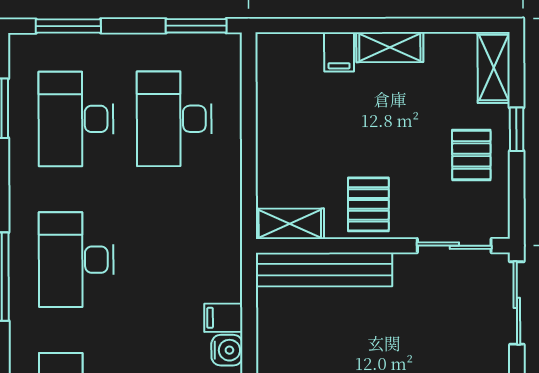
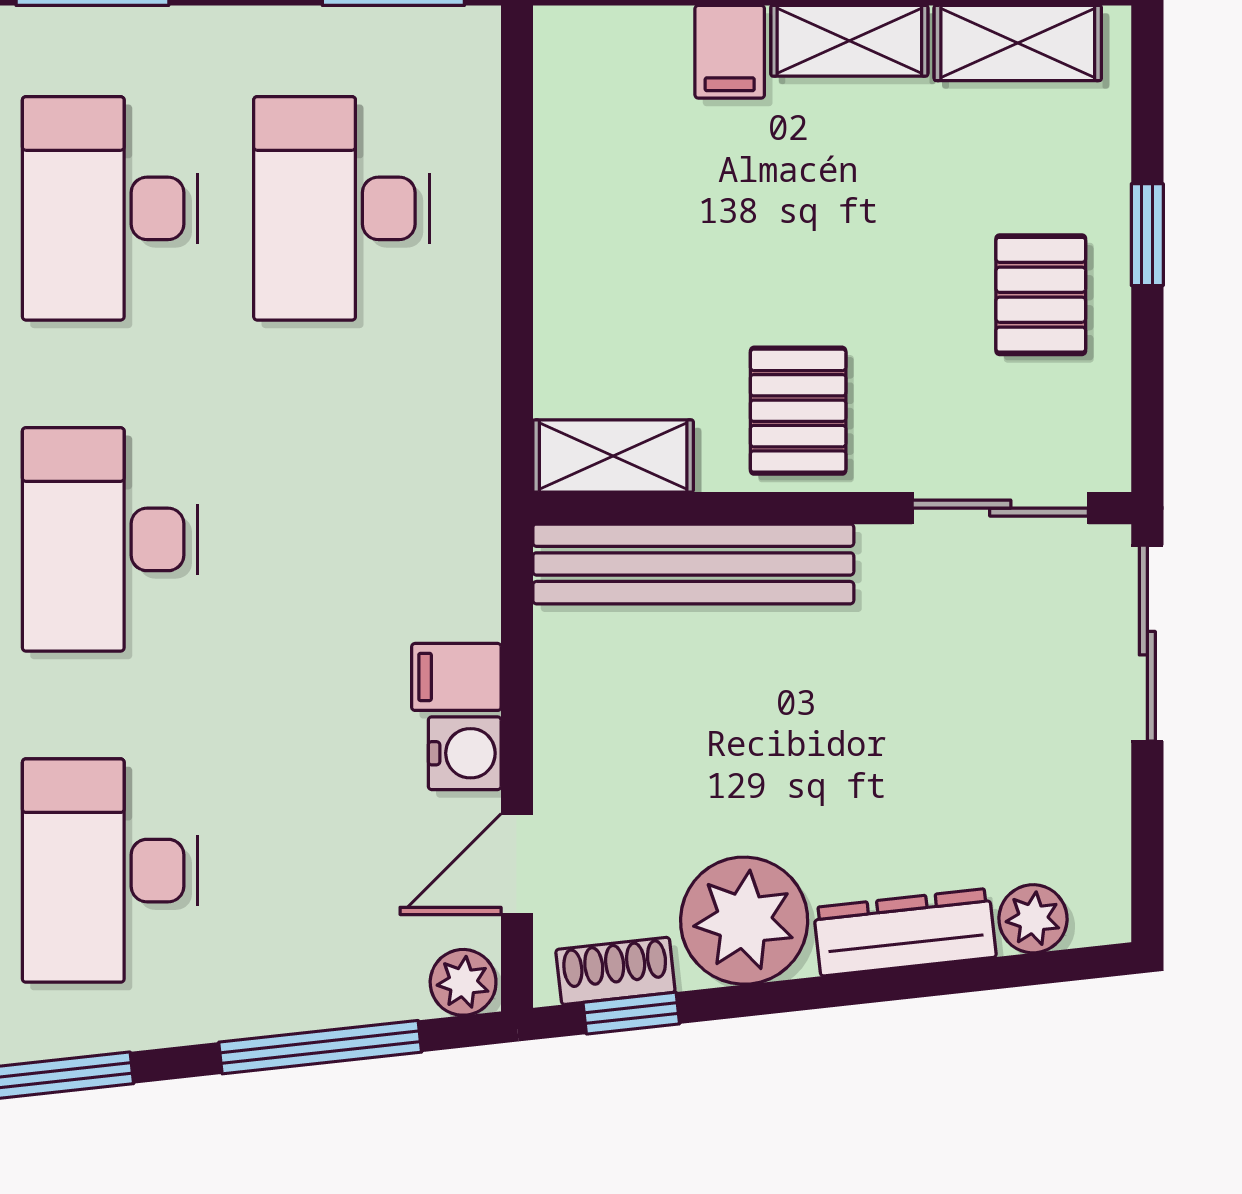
shelving: (494, 68) -> (1018, 43), moved, turned 90

